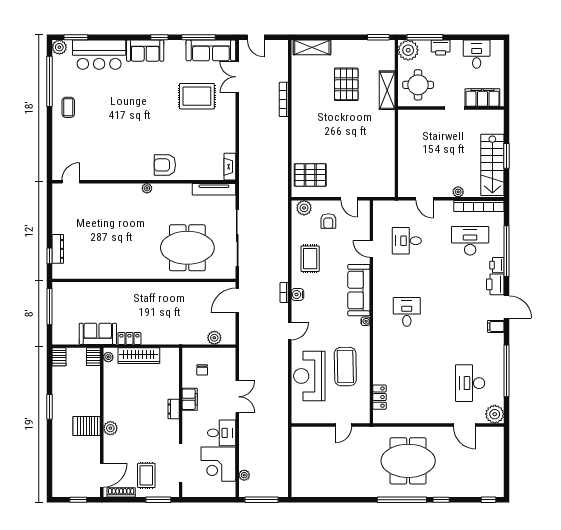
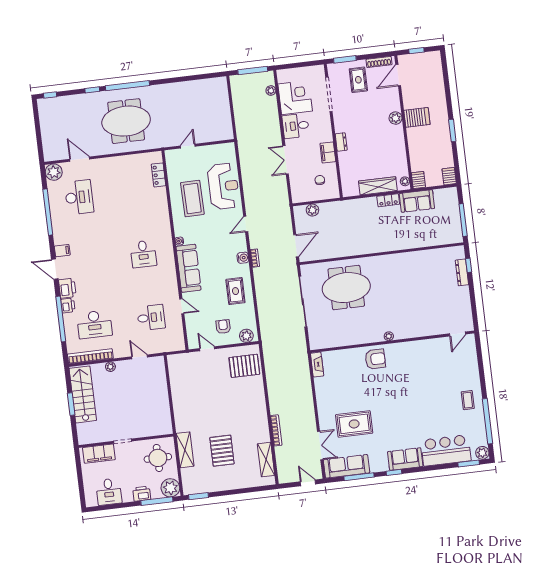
shelving: (312, 47) -> (266, 460), moved, turned 90
tv unit: (214, 189) -> (329, 343), removed

